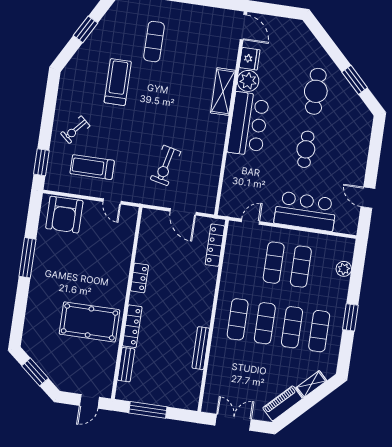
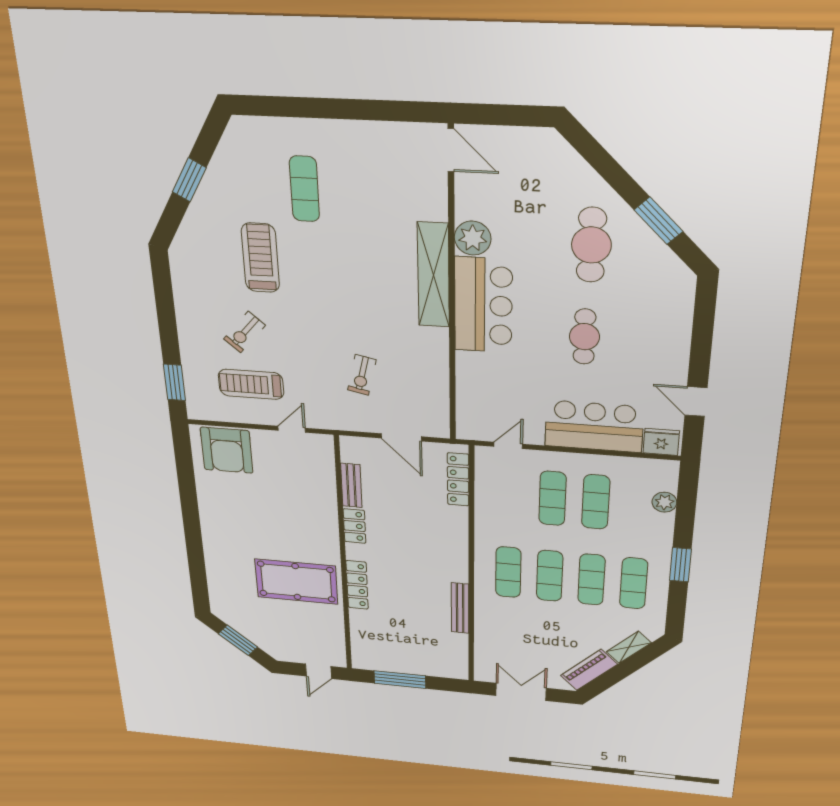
fridge: (250, 59) -> (661, 442), moved, turned -90
shelving: (223, 92) -> (433, 275), width x1.47
exercise bike: (75, 130) -> (244, 332), moved
exercise bike: (166, 165) -> (362, 375), width x0.73, depth x0.72
door: (112, 201) -> (292, 429), swing flipped
window: (27, 258) -> (190, 507), removed
bench: (126, 365) -> (351, 485), moved

